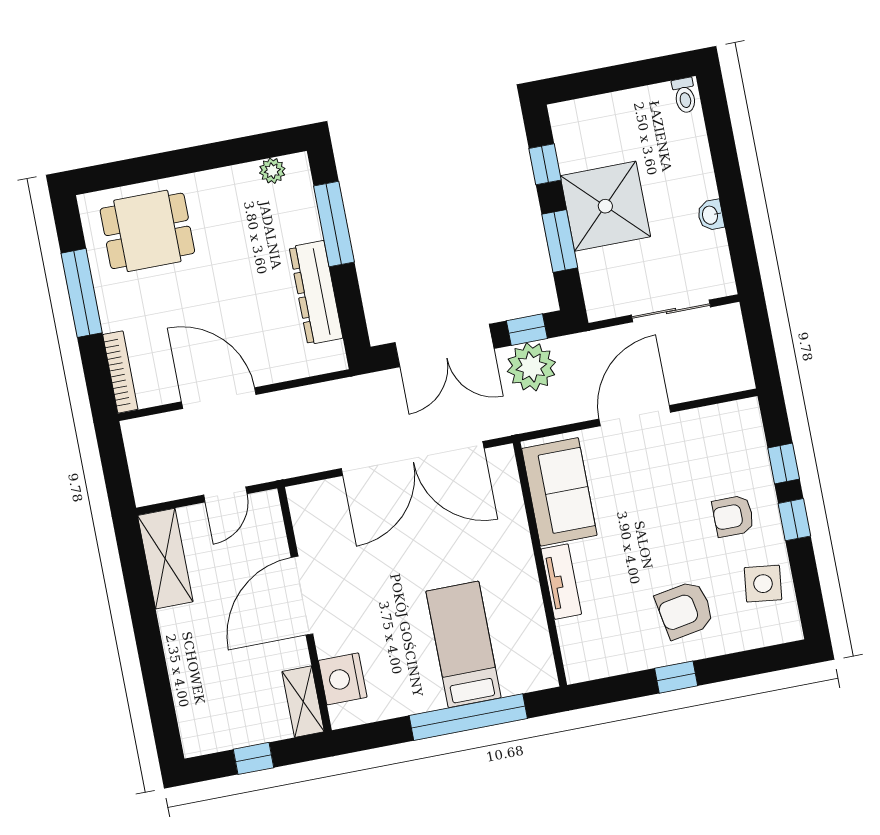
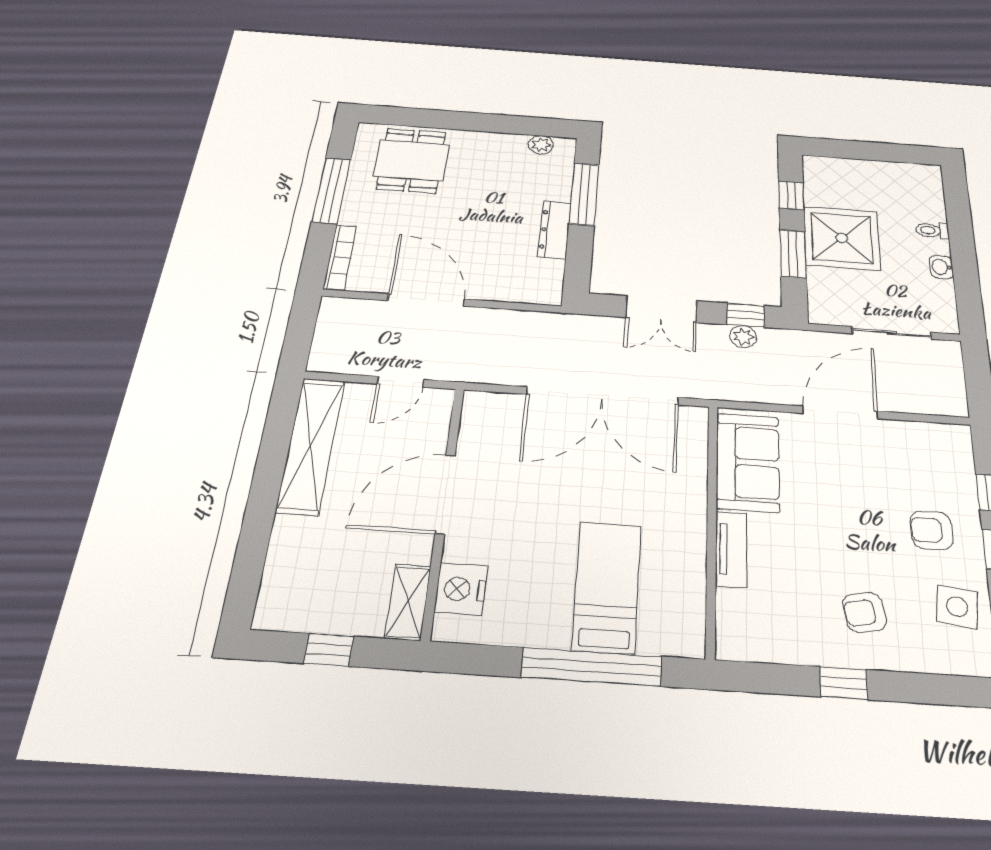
toilet: (685, 95) -> (932, 230), moved, turned 90
dining table: (147, 231) -> (411, 160), turned 90
dresser: (316, 293) -> (555, 230), width x0.73, depth x0.80
double door: (444, 346) -> (661, 309), width x0.73
plant: (531, 367) -> (743, 337), width x0.53, depth x0.53
shelving: (165, 559) -> (311, 445), width x1.47
armchair: (685, 610) -> (865, 612), width x0.72, depth x0.72

